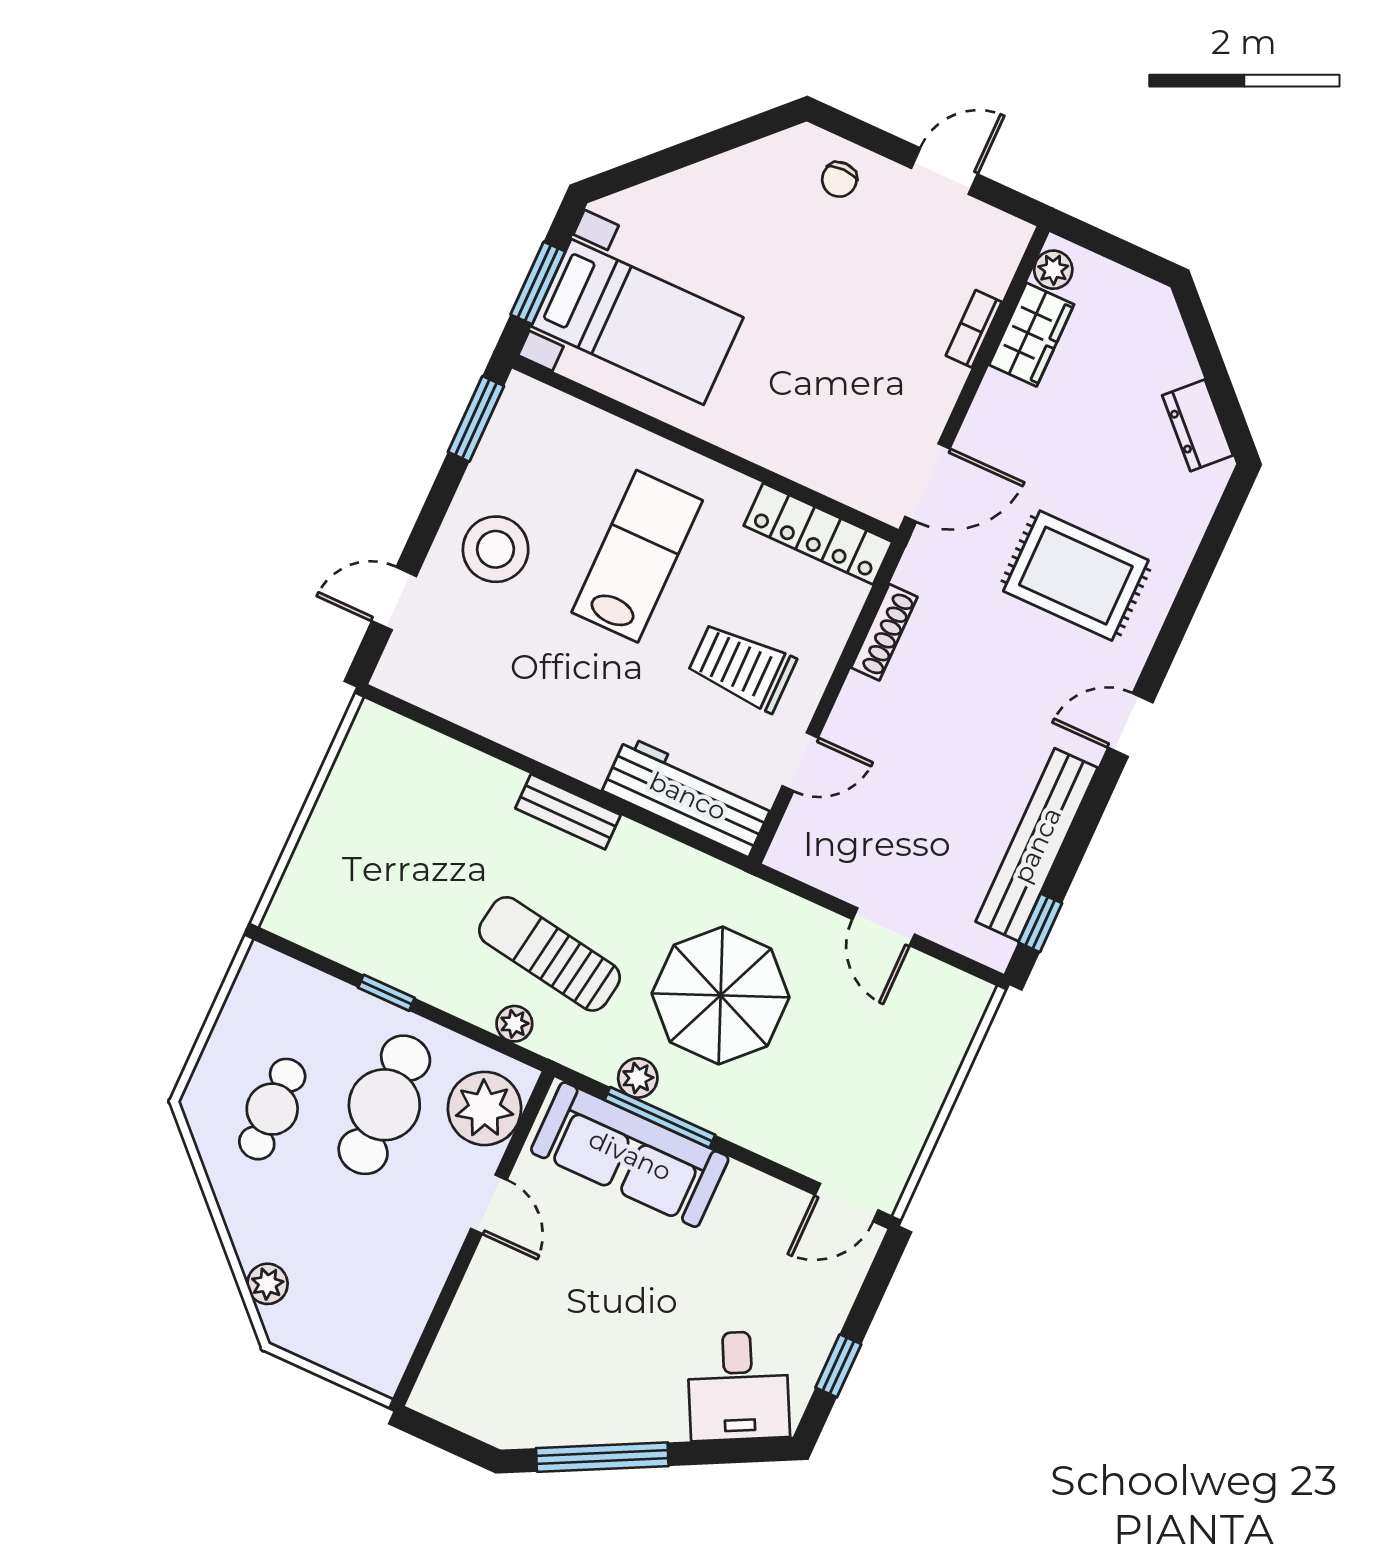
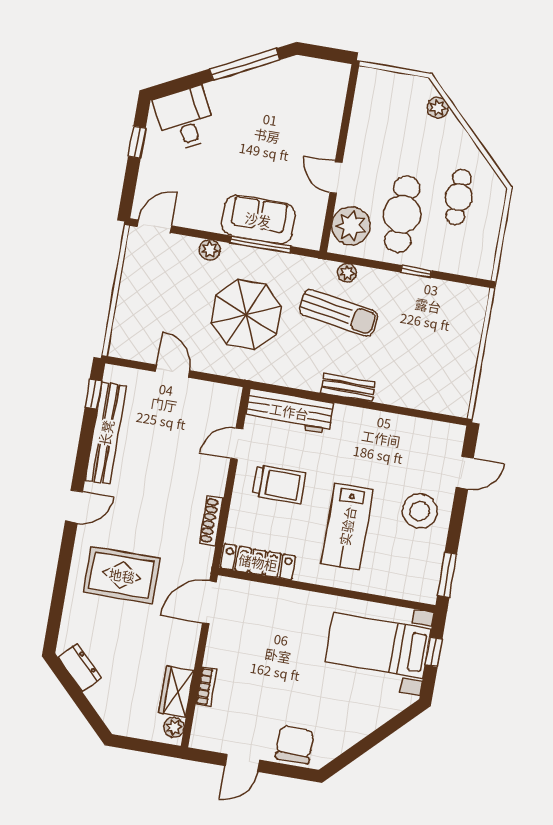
chair: (839, 179) -> (294, 745), width x1.87, depth x1.87
window: (538, 283) -> (434, 652), width x0.67
plant: (638, 1078) -> (210, 250), moved
sofa: (630, 1155) -> (258, 219), width x0.73

